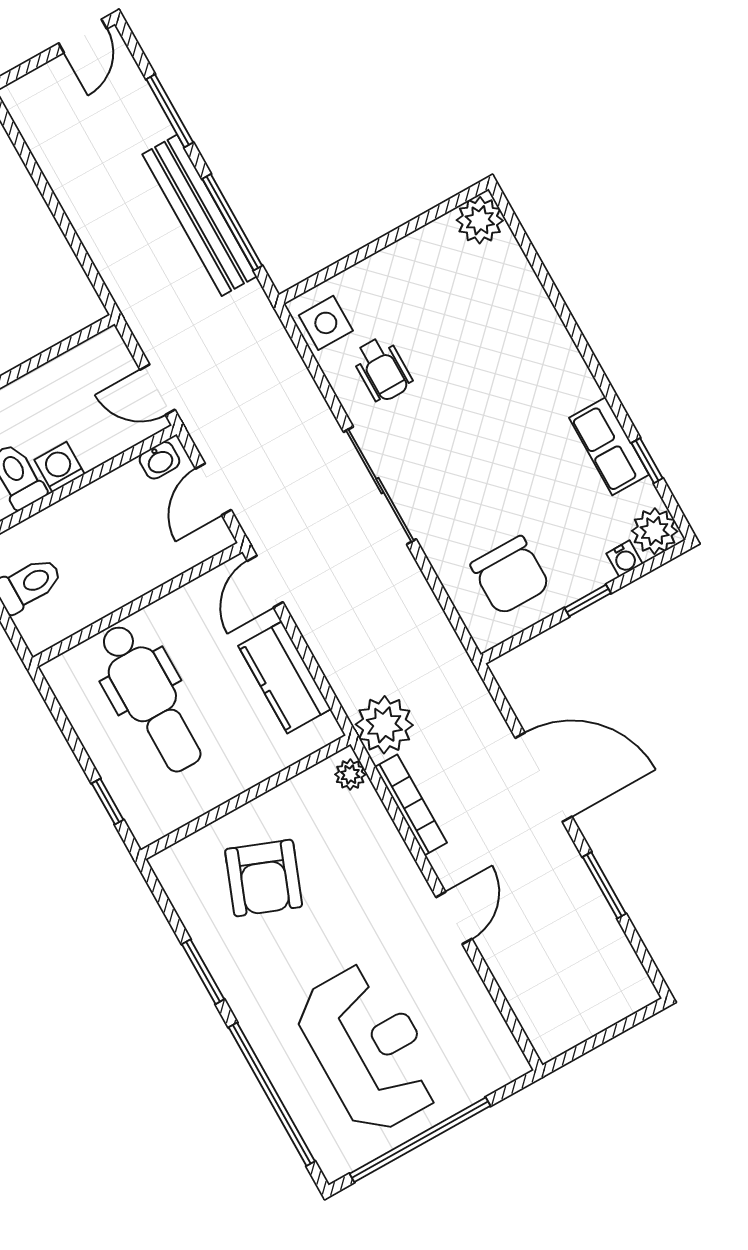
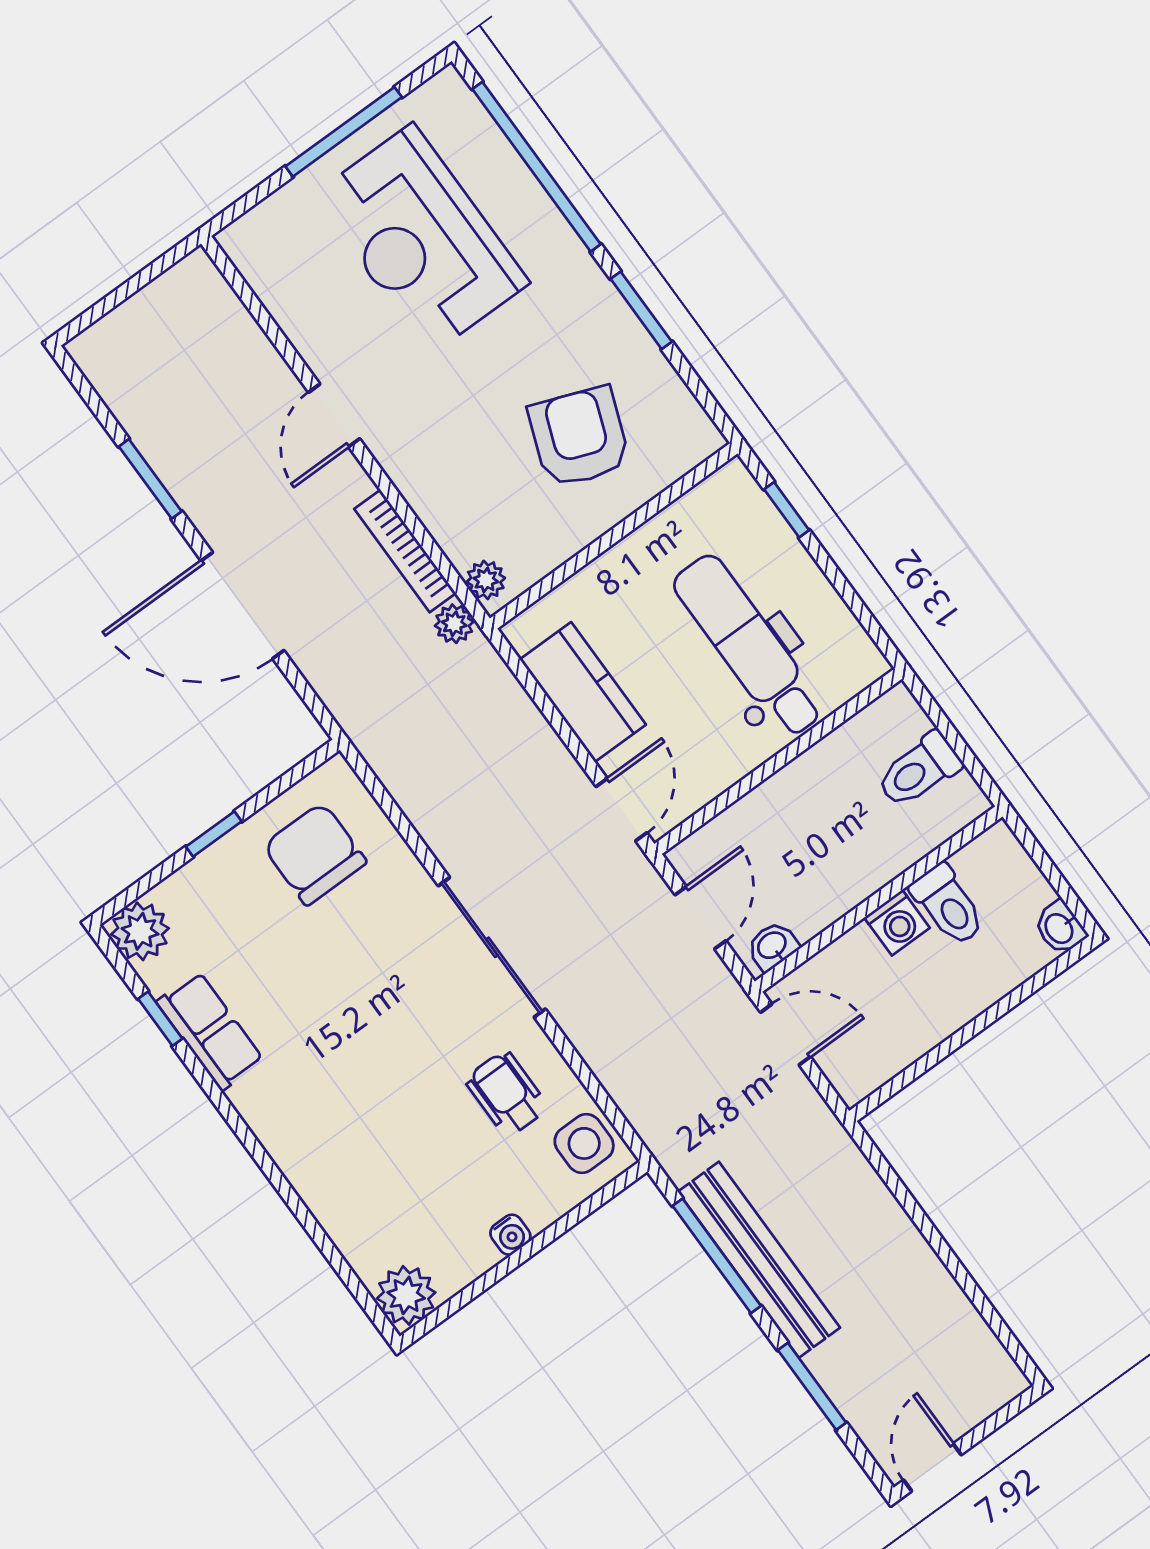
water cooler: (625, 559) -> (510, 1235), moved, turned 180
plant: (384, 725) -> (454, 624), width x0.53, depth x0.53
window: (420, 1140) -> (344, 132), width x0.68

